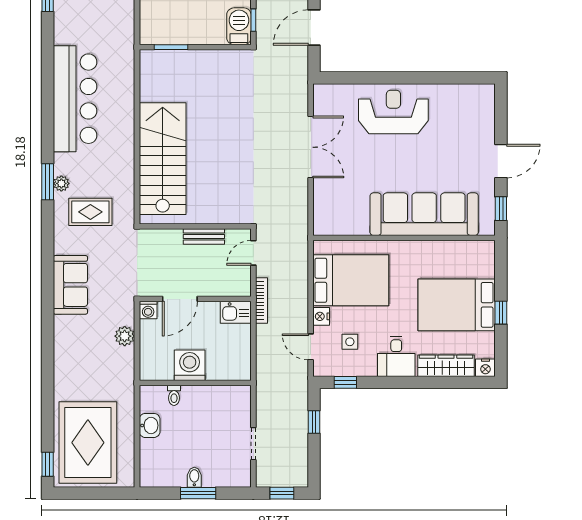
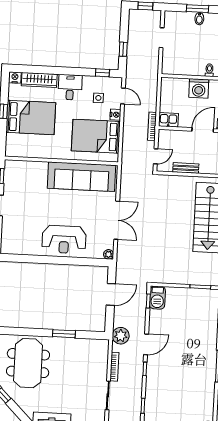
plant: (321, 92) -> (109, 254), added
double door: (311, 147) -> (117, 220), swing flipped
sofa: (424, 214) -> (82, 177), moved

